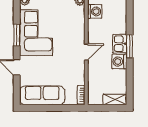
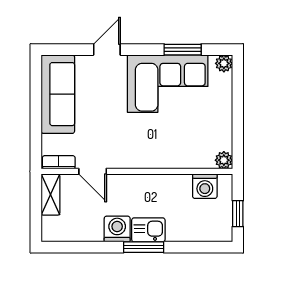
window: (17, 35) -> (183, 50), moved
door: (86, 52) -> (93, 171), moved
shelving: (115, 100) -> (50, 195), moved

